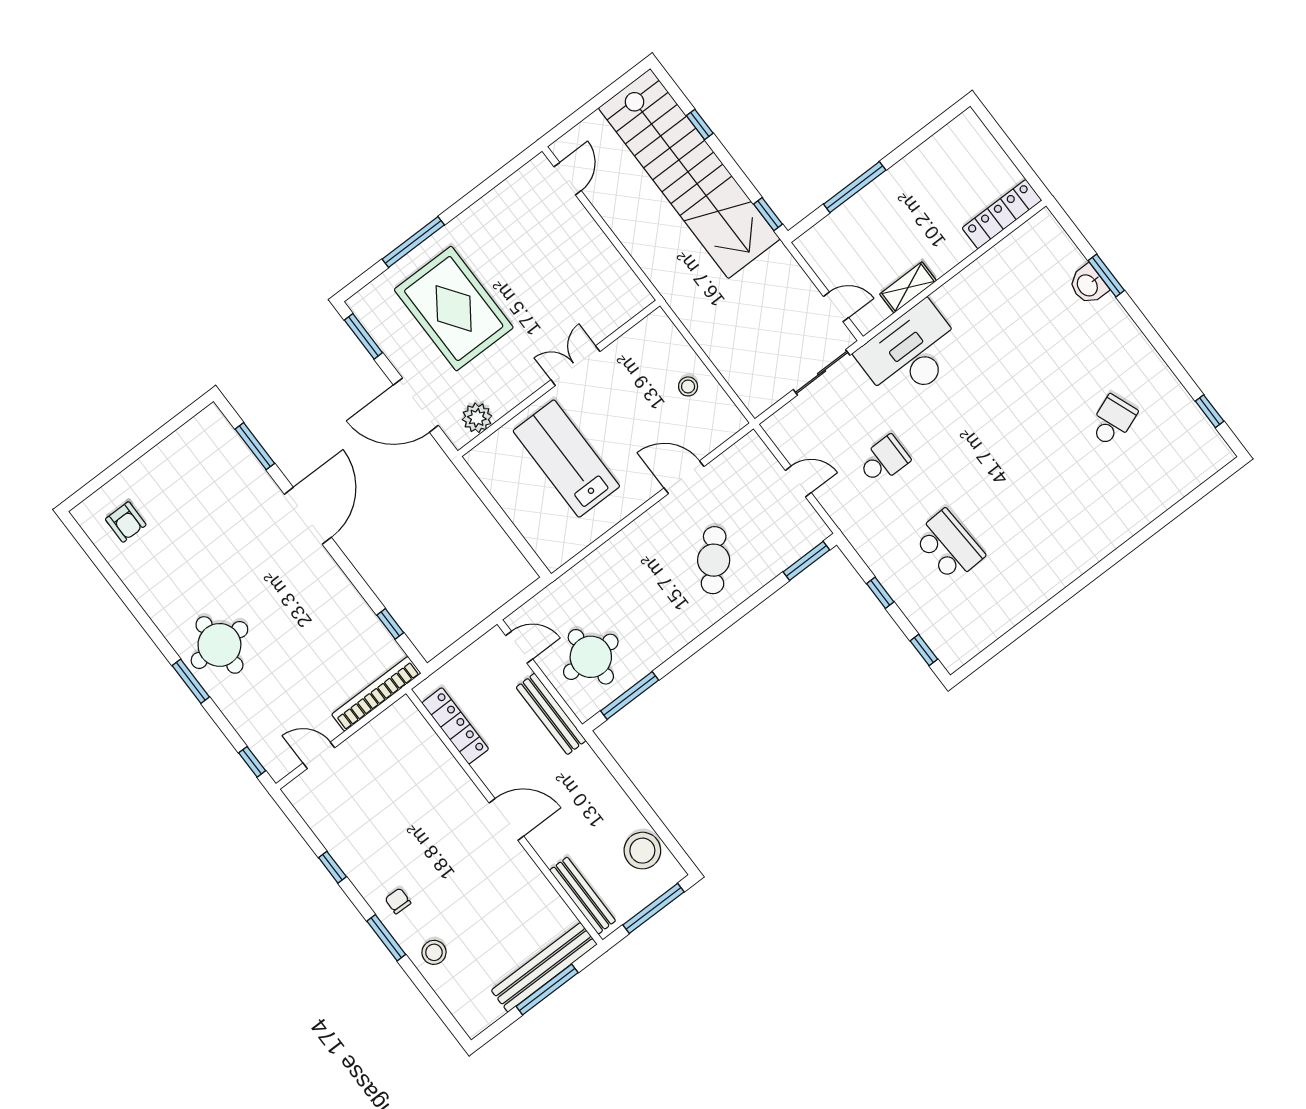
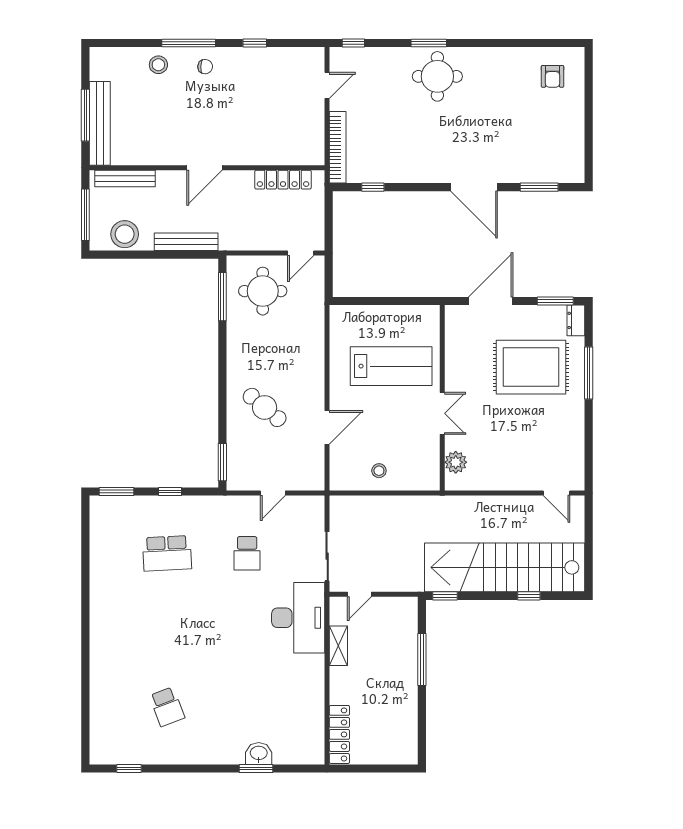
dresser: (367, 298) -> (576, 320), added
plant: (477, 418) -> (456, 462), moved
armchair: (126, 522) -> (553, 76), turned -90
window: (924, 650) -> (116, 491), width x1.50
bench: (551, 714) -> (186, 242), moved
window: (386, 938) -> (189, 43), width x1.44

